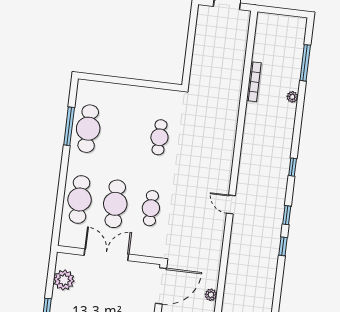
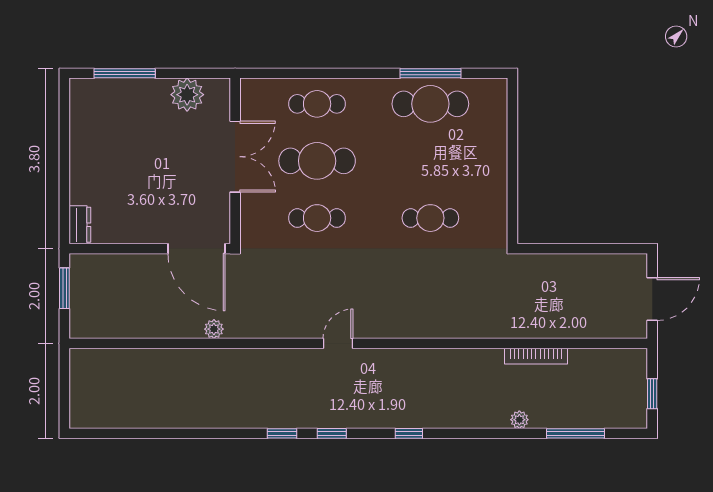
window: (286, 12) -> (652, 394), added
cafe table: (80, 200) -> (317, 104), width x0.73, depth x0.74
plant: (211, 295) -> (214, 329), moved

